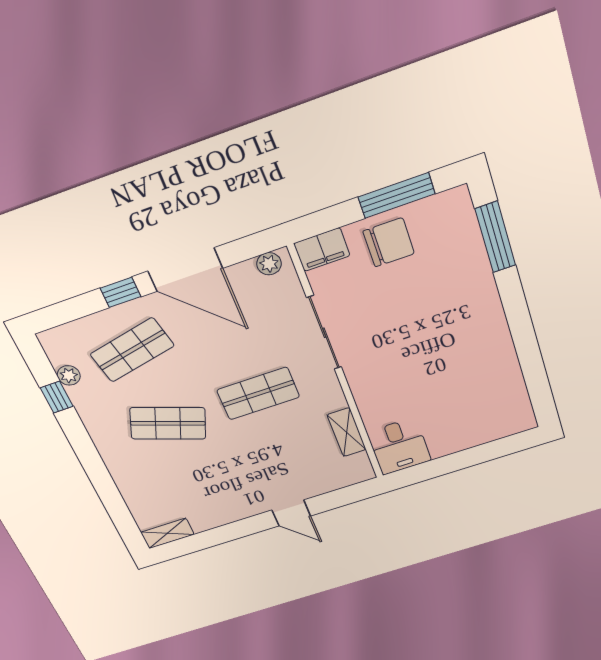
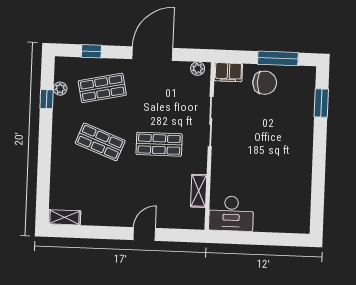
window: (495, 237) -> (321, 103), width x0.69
door: (185, 270) -> (152, 54), swing flipped
window: (120, 292) -> (91, 51), moved
desk: (399, 446) -> (231, 214), width x1.37
door: (291, 513) -> (144, 234), swing flipped

